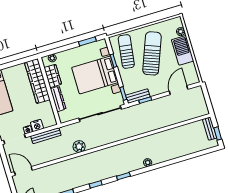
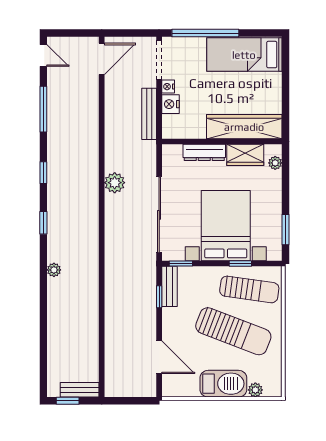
plant: (79, 146) -> (115, 183), moved

